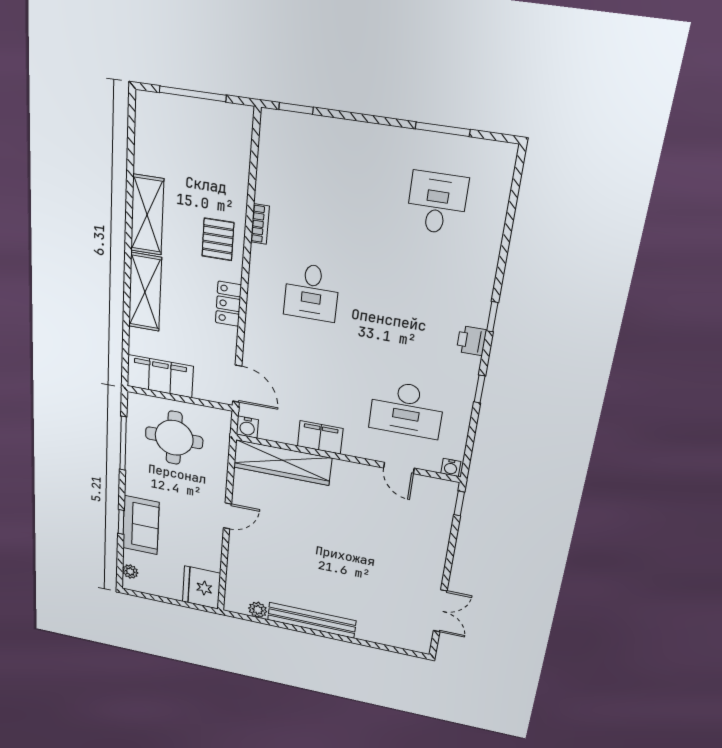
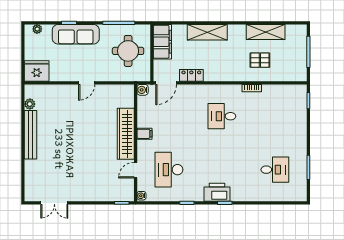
shelving: (147, 215) -> (266, 32), moved
pallet: (218, 239) -> (260, 60), moved
locker: (228, 304) -> (191, 75), moved
printer: (471, 341) -> (217, 192), width x1.87, depth x1.48
filing cabinet: (320, 437) -> (145, 134), width x0.50
wardrobe: (282, 462) -> (126, 134), moved
door: (227, 516) -> (87, 83), hinge flipped
sofa: (141, 525) -> (76, 34), width x1.36

